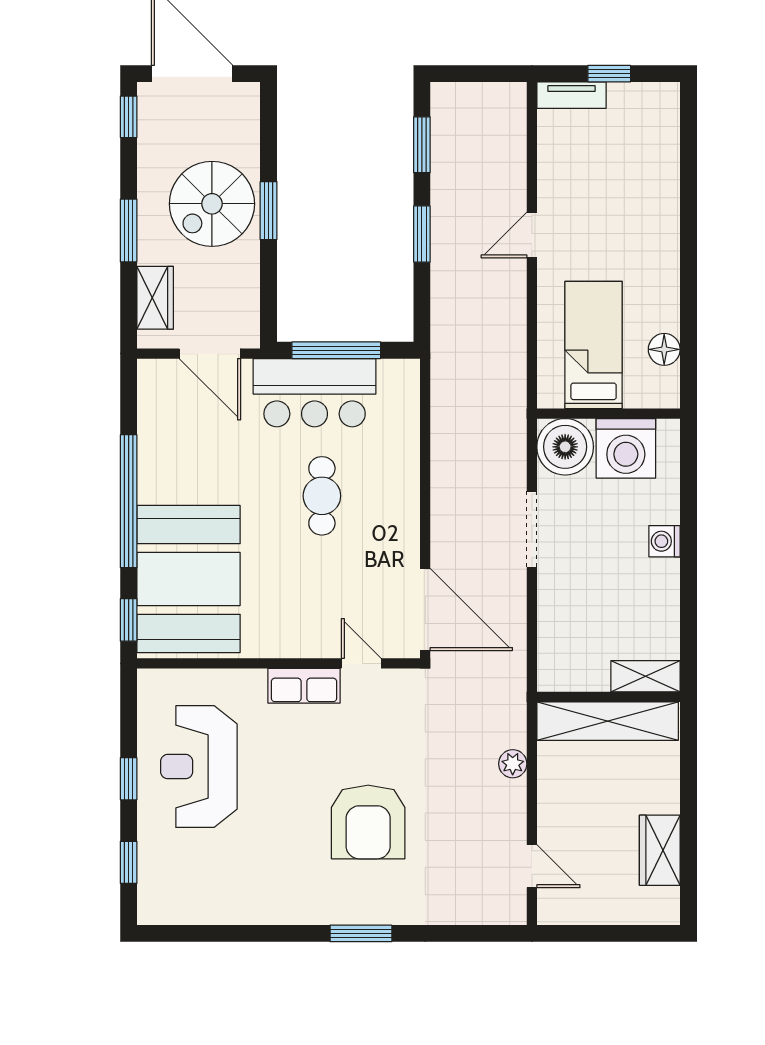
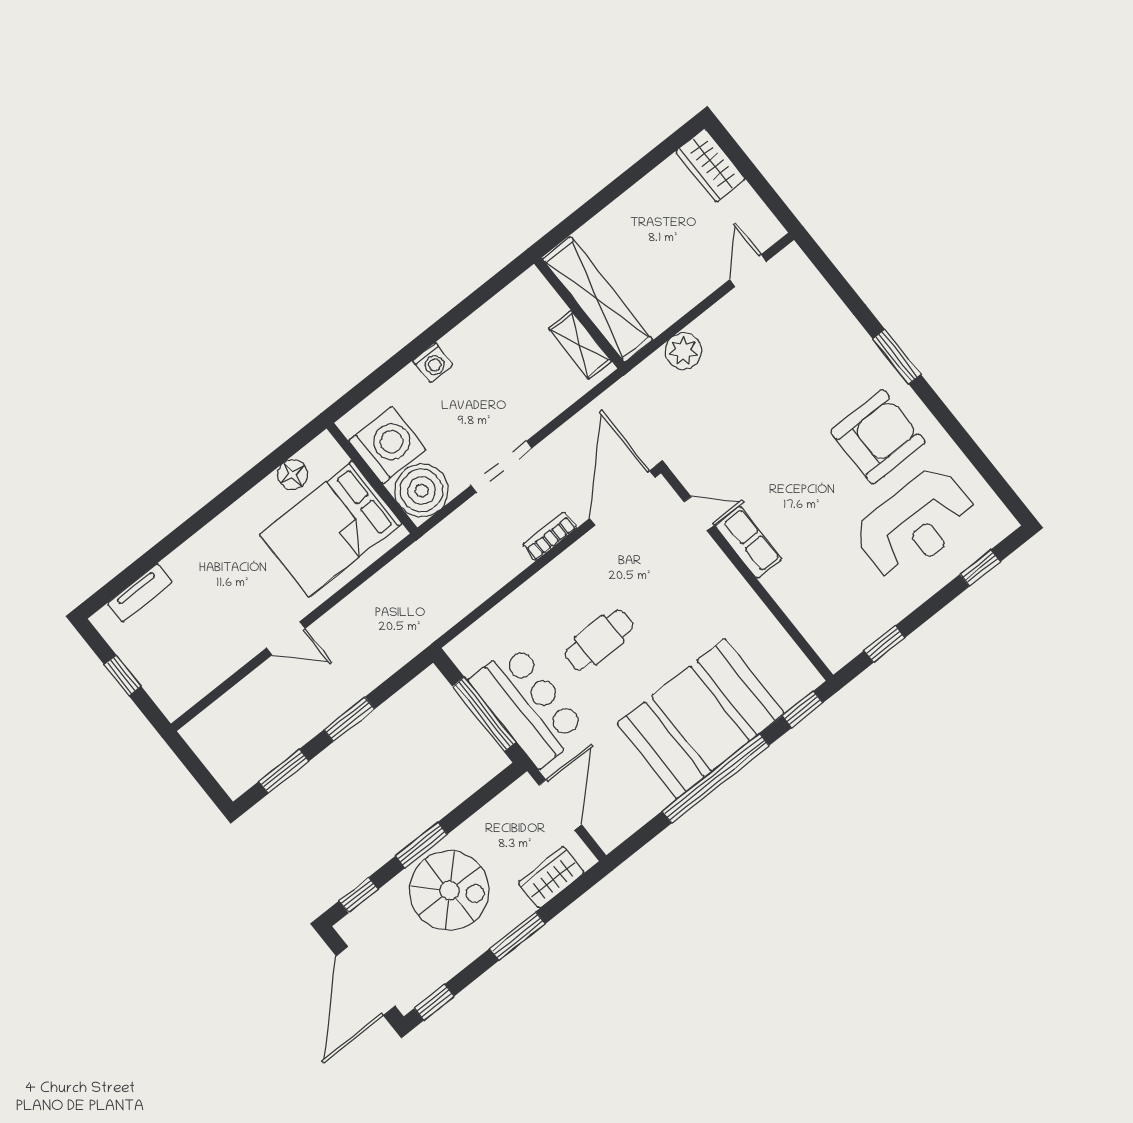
tv unit: (571, 95) -> (140, 593), moved, turned 90
window: (269, 125) -> (359, 895), added
bed: (594, 345) -> (330, 529), width x1.50
bookcase: (442, 523) -> (550, 536), added
booth: (189, 579) -> (701, 719), moved
door: (361, 663) -> (699, 514), swing flipped
shelving: (646, 676) -> (580, 345), moved
plant: (513, 764) -> (683, 351), width x1.38, depth x1.38
reception desk: (199, 767) -> (915, 524), moved
window: (129, 779) -> (885, 644), moved
armchair: (368, 822) -> (878, 437), moved
wardrobe: (660, 850) -> (710, 165), moved, turned 90

